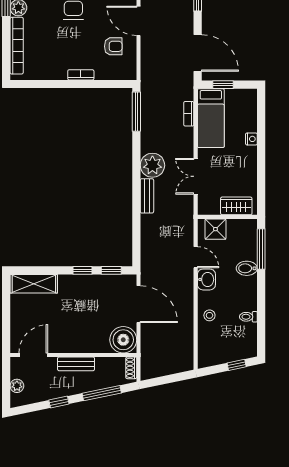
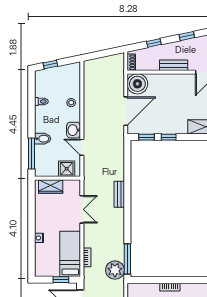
plant: (152, 165) -> (115, 270), moved
door: (138, 304) -> (126, 111), swing flipped
window: (102, 393) -> (154, 43), width x0.46

